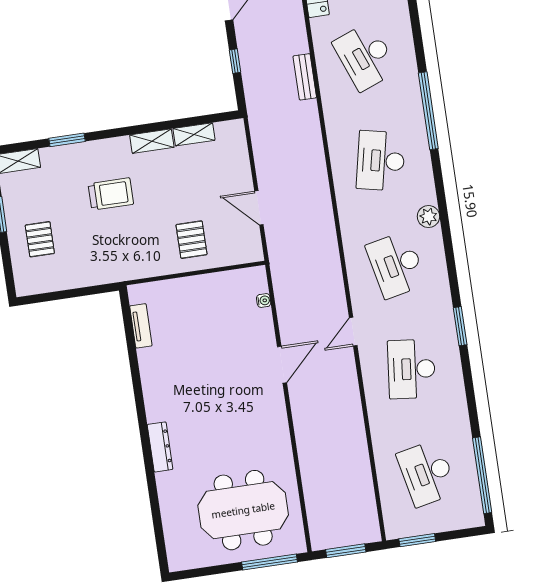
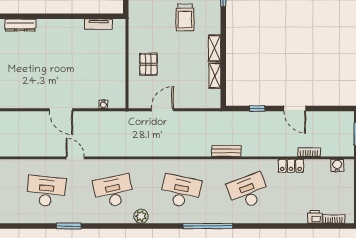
bench: (305, 77) -> (226, 151), moved
pallet: (191, 240) -> (149, 64), turned 90

